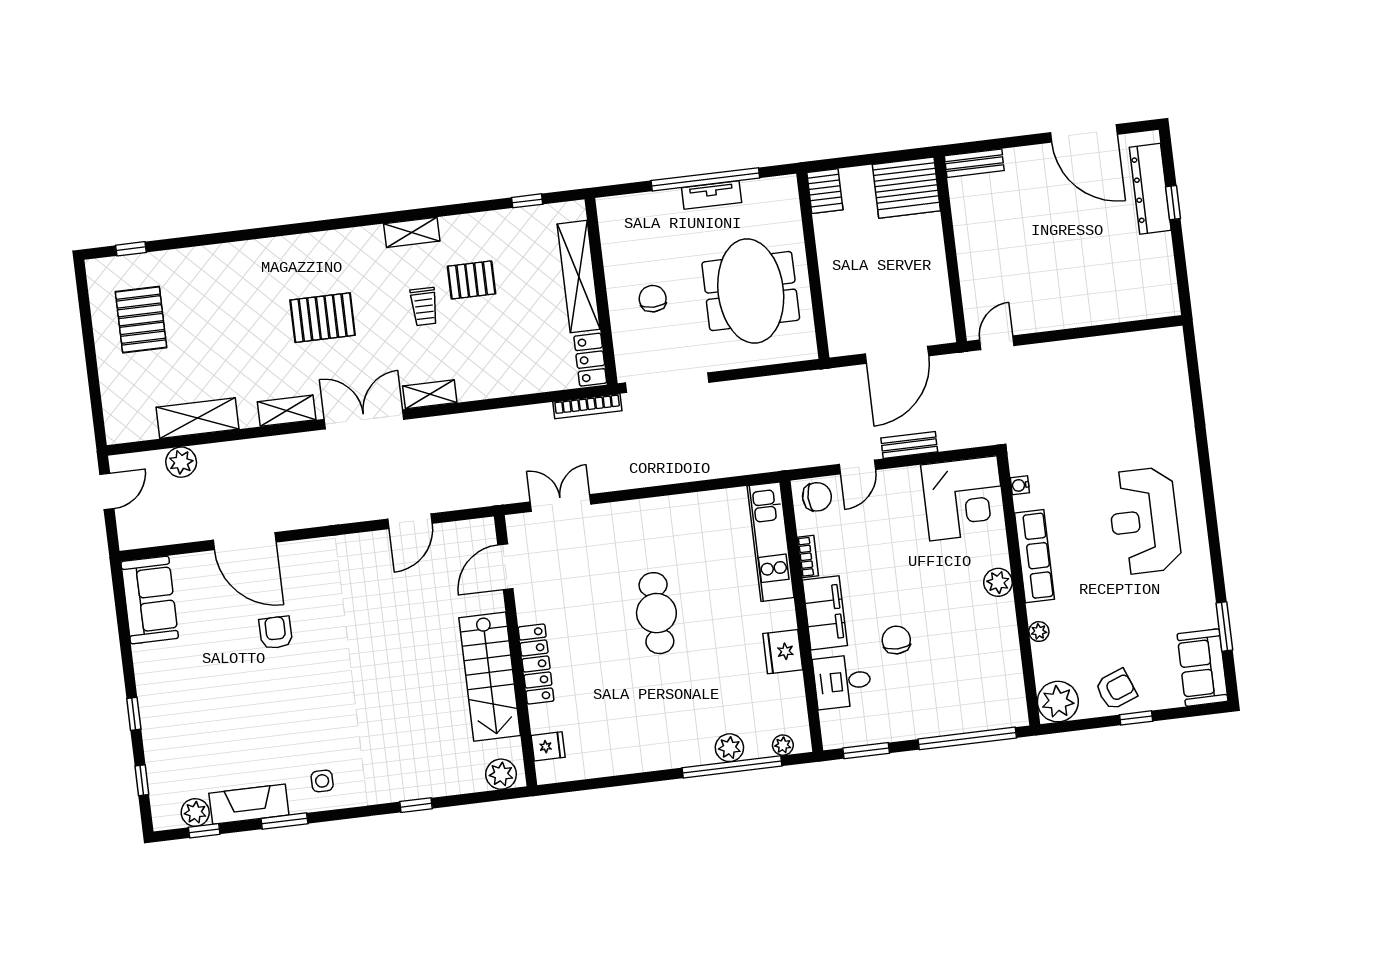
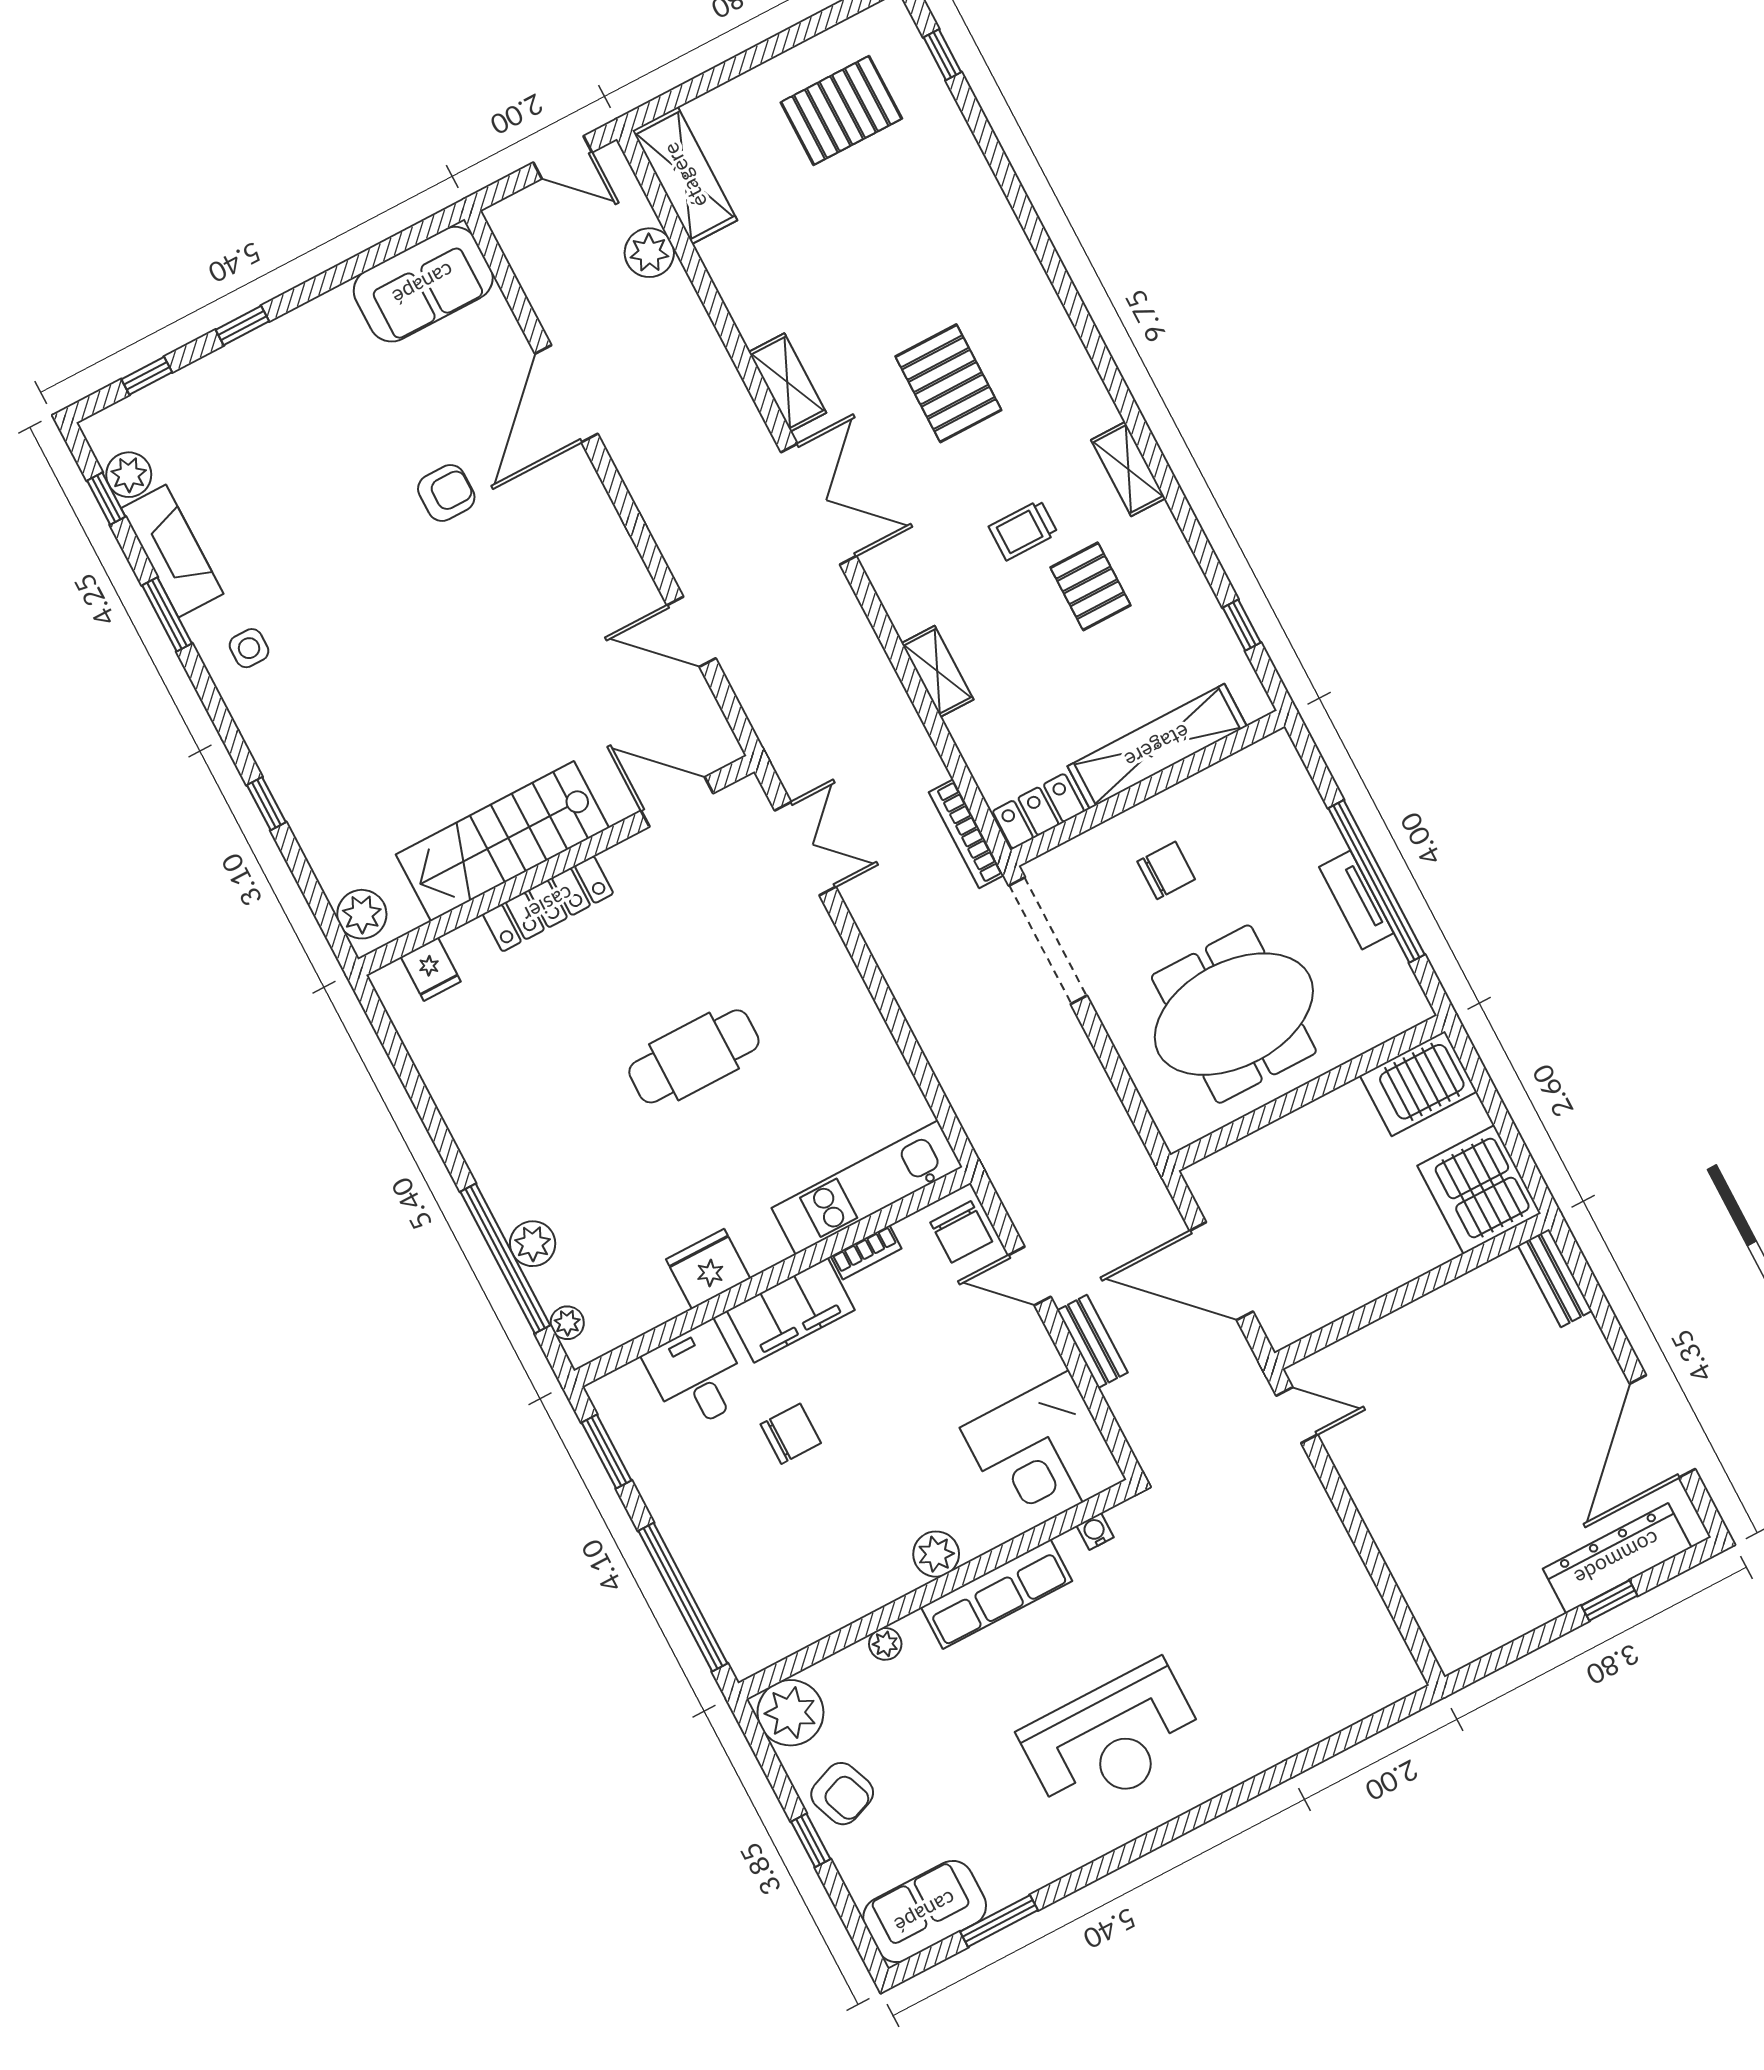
server rack: (825, 191) -> (1418, 1084), width x1.36, depth x1.44
shelving: (430, 394) -> (937, 671), moved
shelving: (197, 418) -> (685, 175), moved
reception desk: (1144, 521) -> (1113, 1740), turned 180

